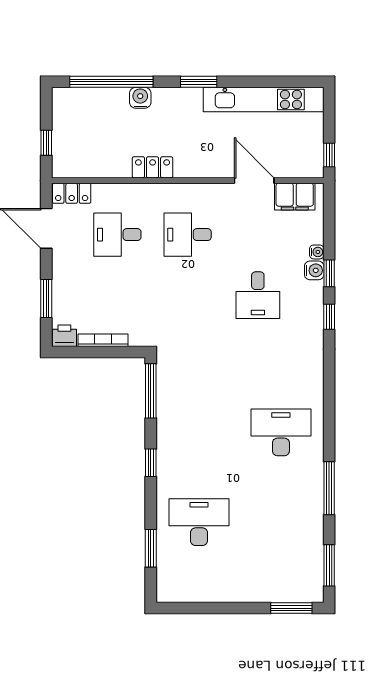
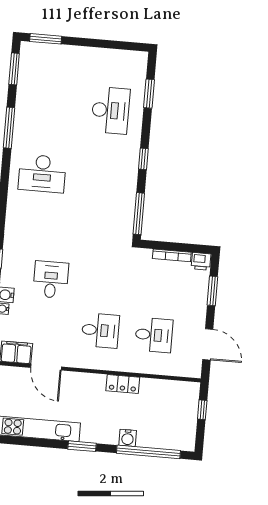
locker: (72, 193) -> (186, 369), removed
desk: (199, 522) -> (111, 110), turned -90

